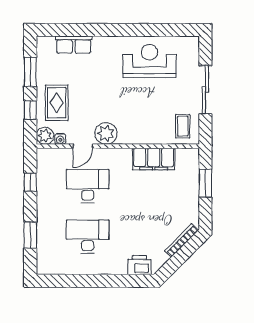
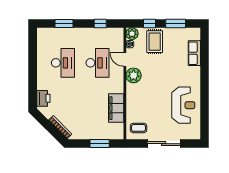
rug: (57, 103) -> (155, 42), turned 90

